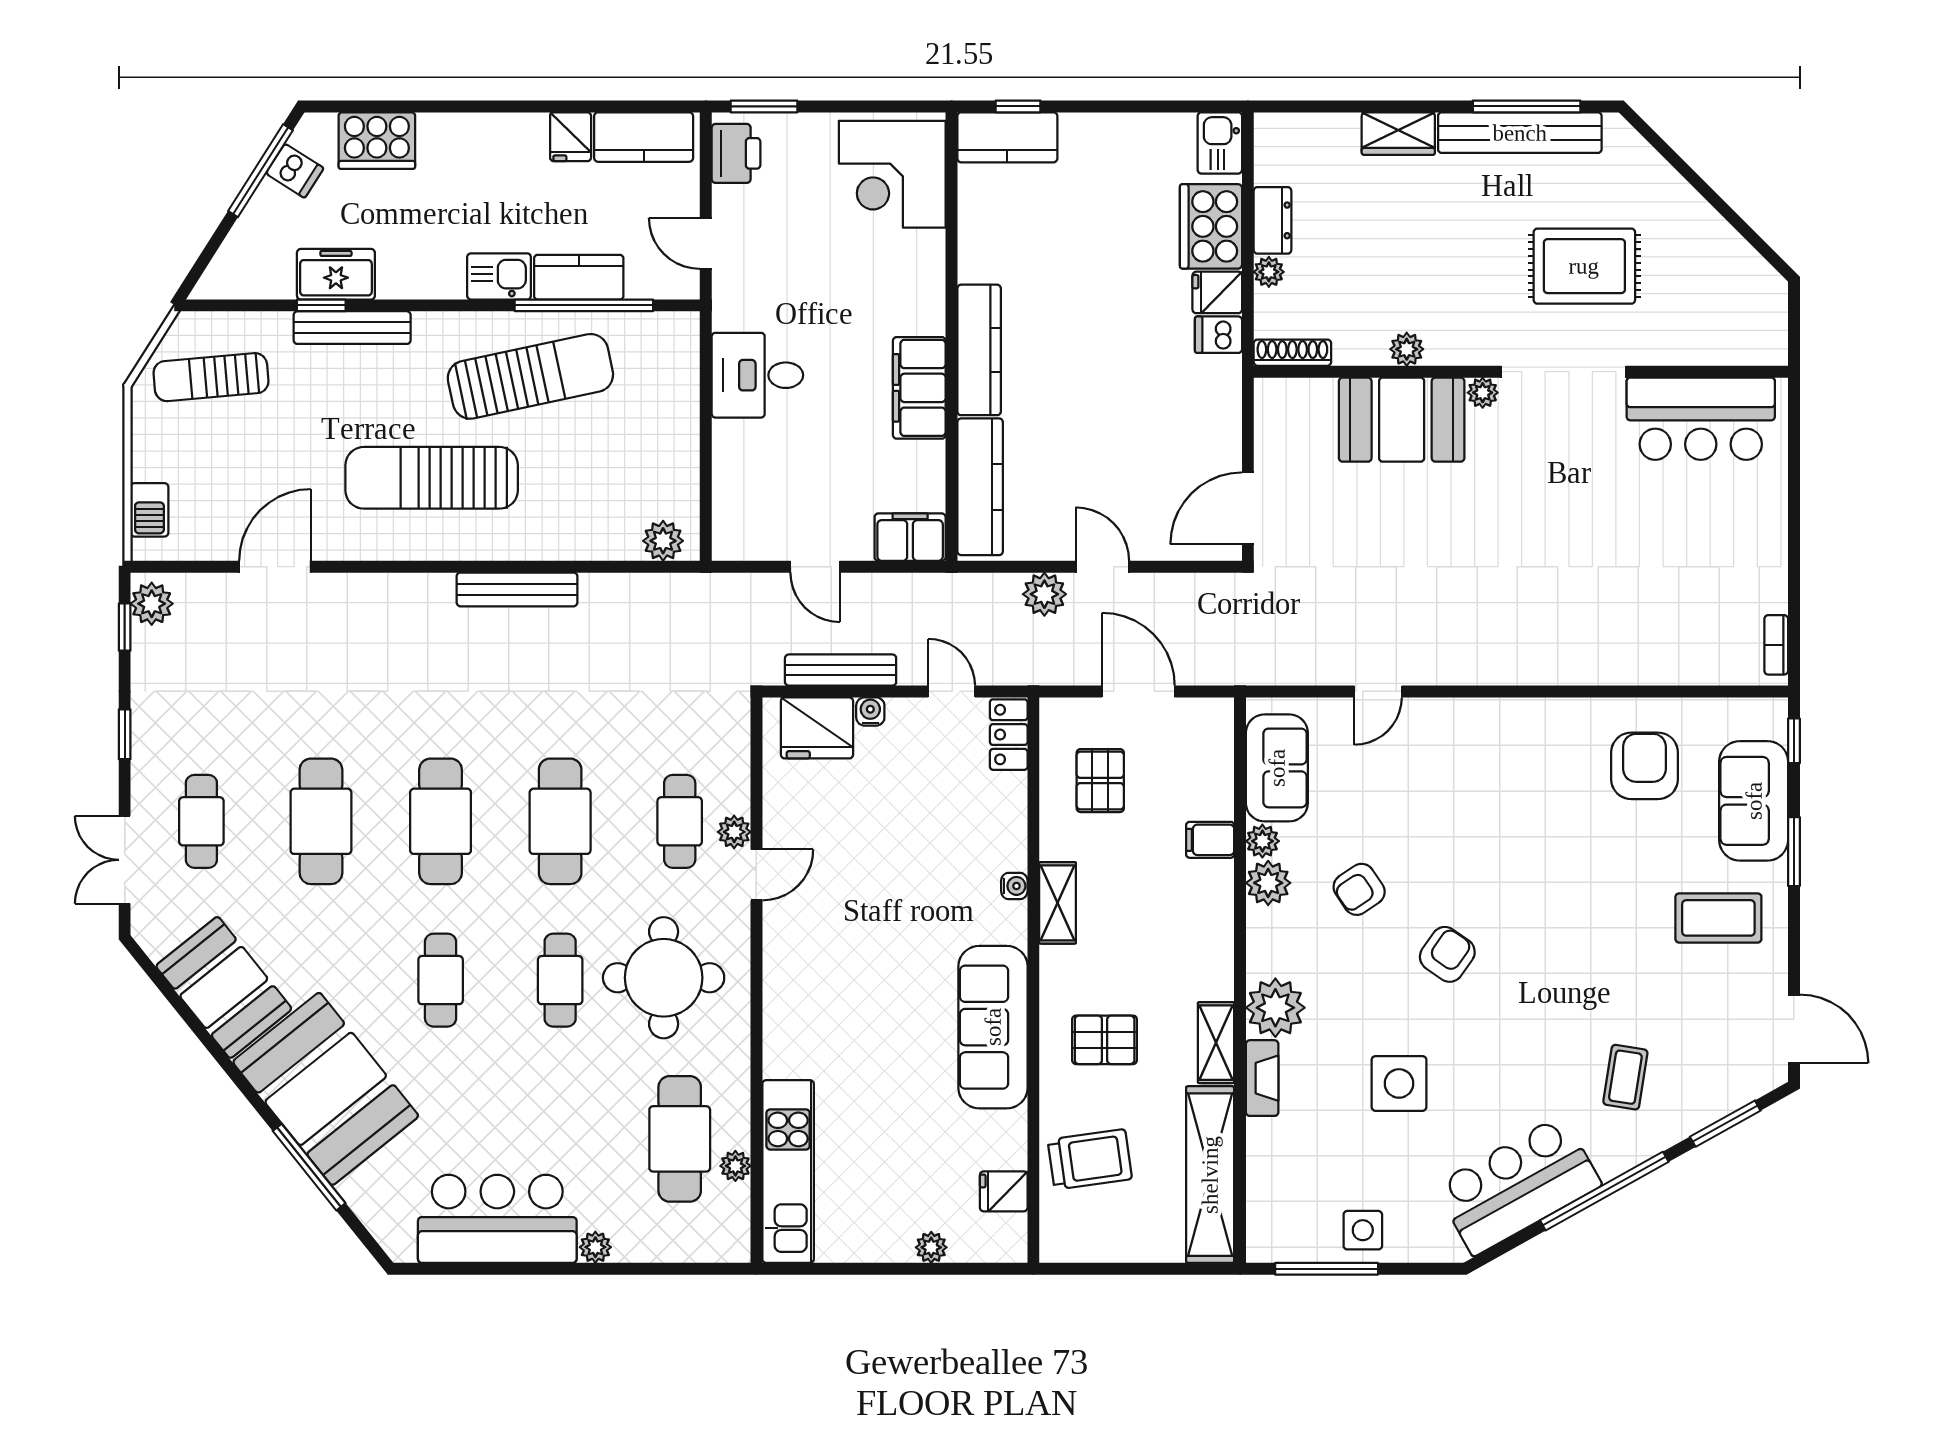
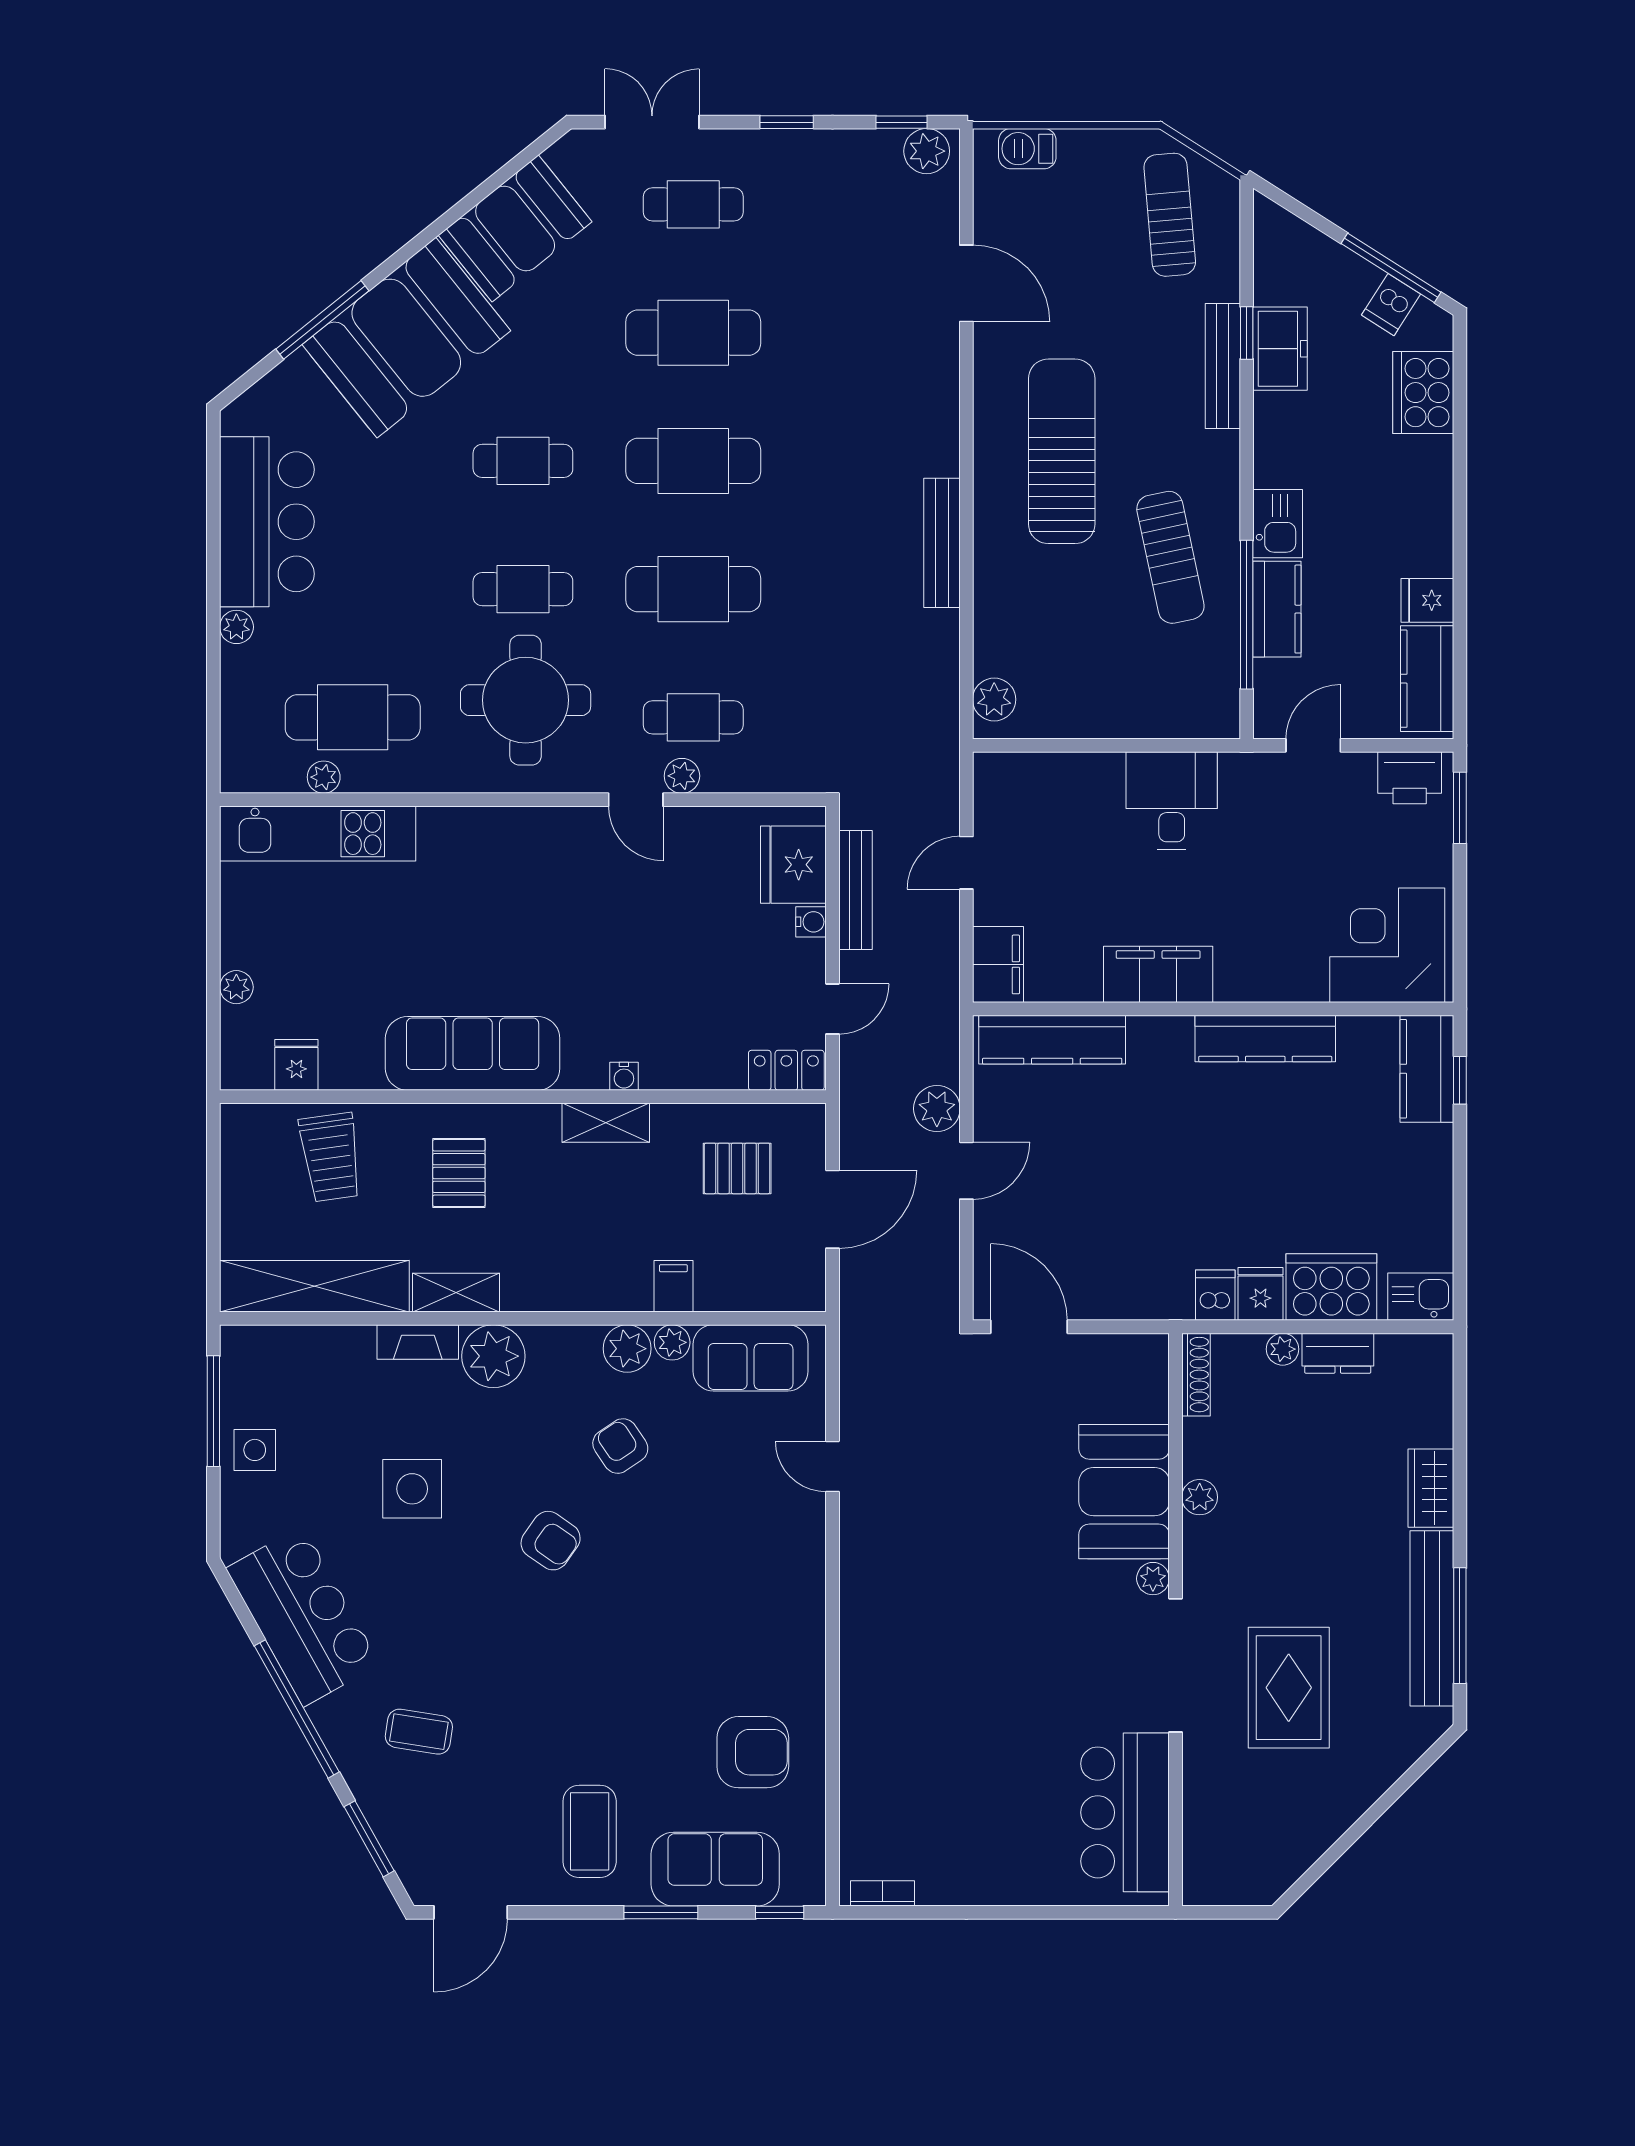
kitchen counter: (979, 350) -> (1265, 1038), moved
sun lounger: (530, 376) -> (1170, 557), width x0.73, depth x0.75

